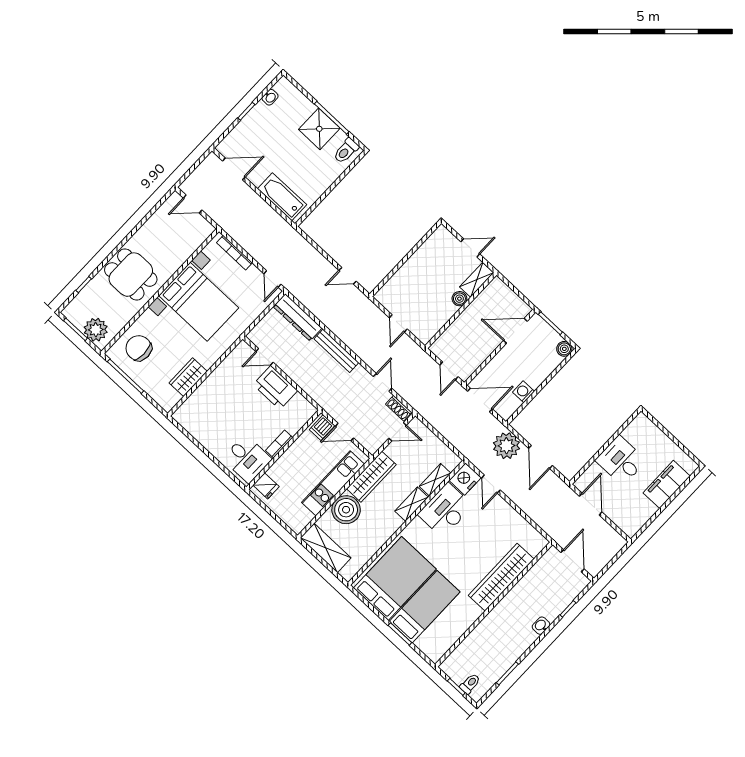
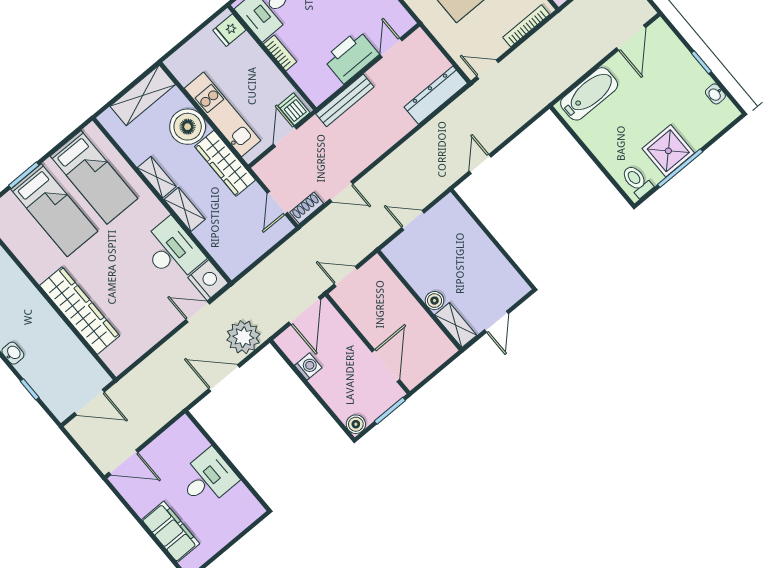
bench: (336, 351) -> (345, 100), moved
shelving: (435, 480) -> (157, 177), moved
door: (591, 504) -> (123, 462), moved
bed: (395, 579) -> (94, 177), width x0.67

